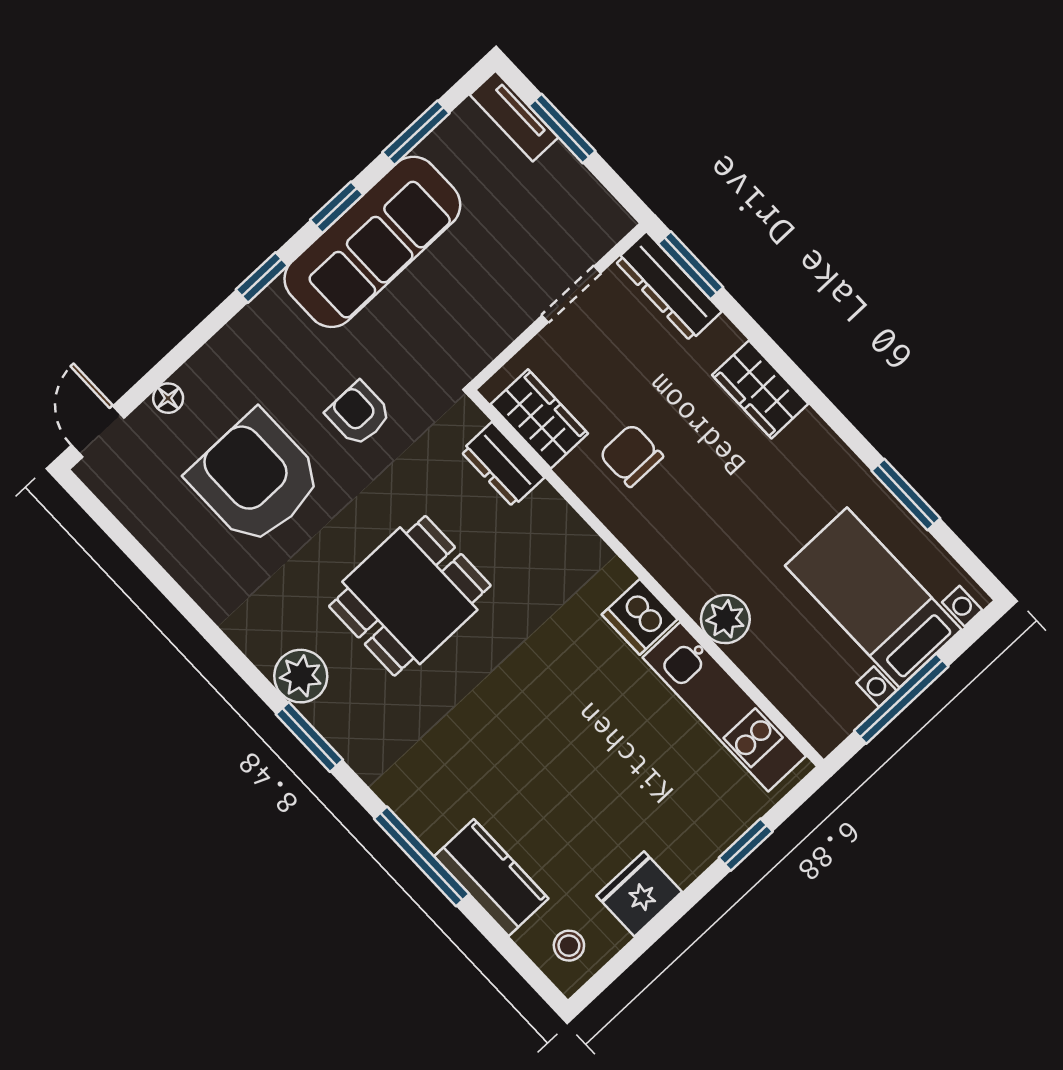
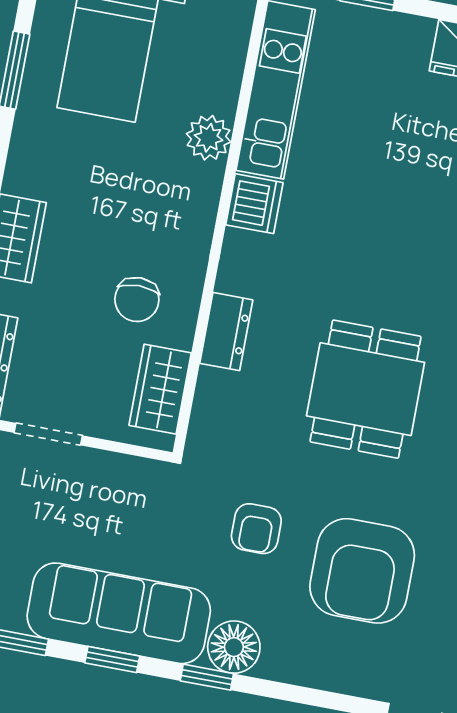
floor lamp: (168, 398) -> (234, 647), moved, width x1.89, depth x1.89
dresser: (503, 464) -> (226, 332), moved
dining table: (410, 596) -> (366, 389), turned 90

